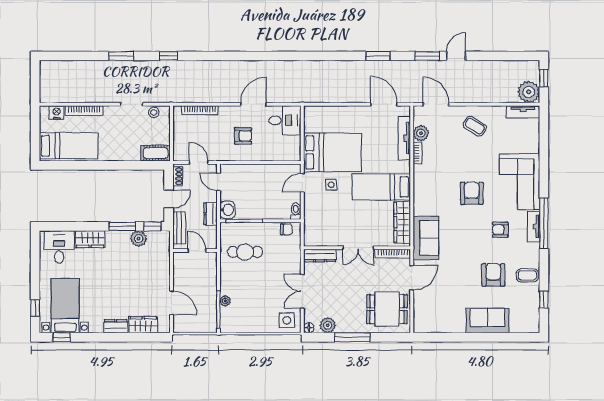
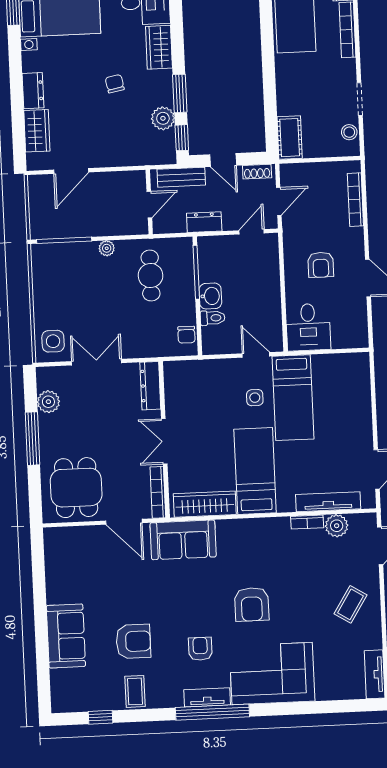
desk: (285, 120) -> (308, 327), moved
bed: (332, 152) -> (293, 398), width x0.67
armchair: (472, 193) -> (252, 604), turned 90
washbasin: (227, 210) -> (210, 296), moved, turned -90
toilet: (296, 211) -> (213, 318), moved
chair: (114, 270) -> (115, 84), added
plant: (225, 301) -> (107, 248), moved
floor lamp: (309, 328) -> (43, 374), removed

